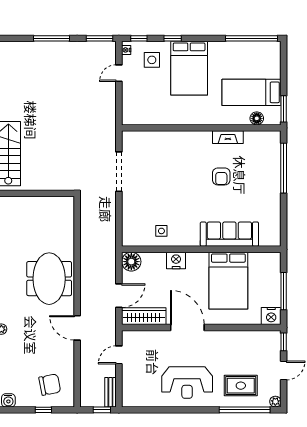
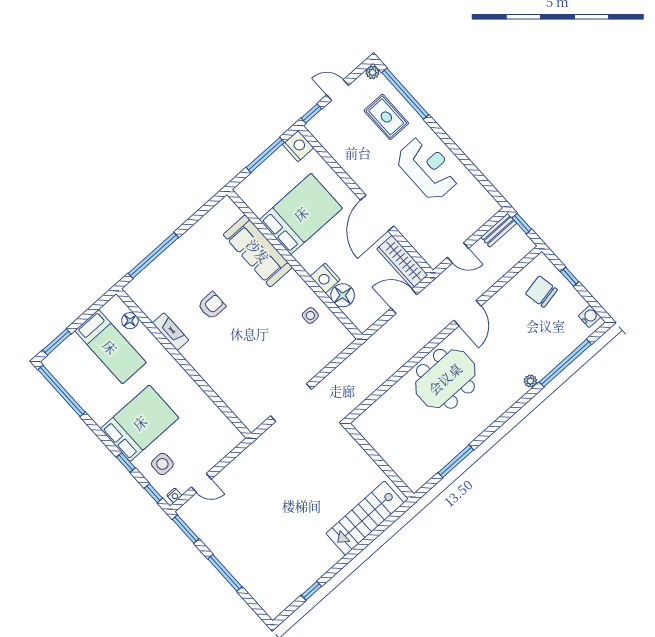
window: (284, 109) -> (57, 342), moved
floor lamp: (131, 262) -> (343, 295), moved

